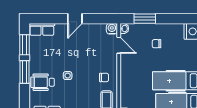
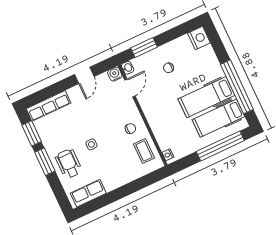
door: (75, 19) -> (84, 75), moved
row of seats: (42, 29) -> (49, 106), width x1.48
door: (119, 45) -> (130, 88), hinge flipped
wheelchair: (42, 82) -> (69, 164), turned 90

